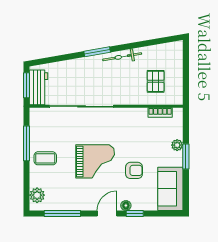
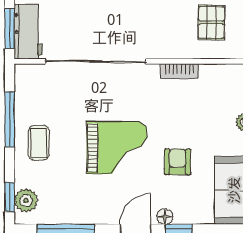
bookcase: (160, 113) -> (179, 71), moved
coffee table: (45, 158) -> (39, 143), turned 90
armchair: (134, 170) -> (178, 162), turned -90
window: (27, 193) -> (10, 197), added

